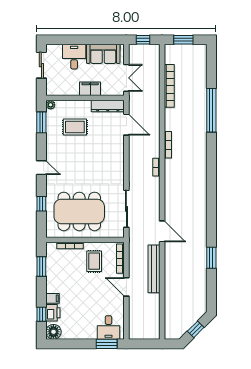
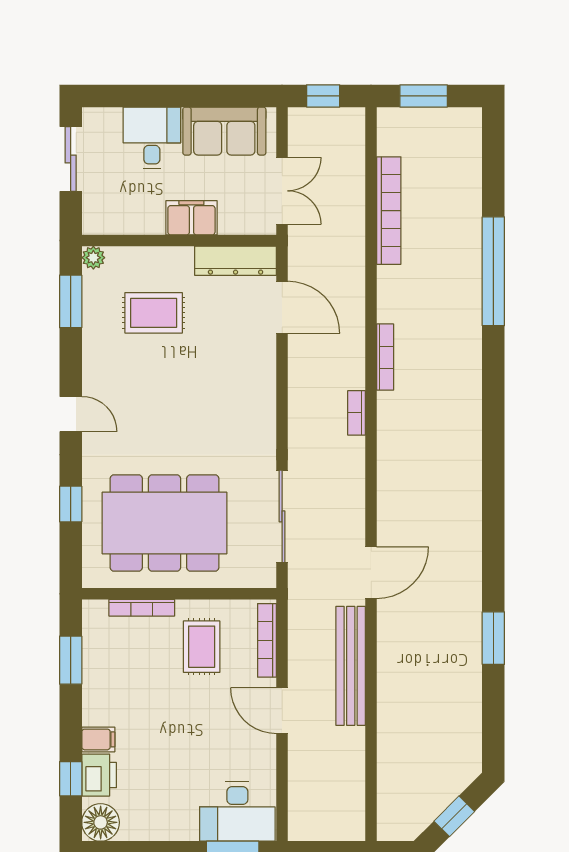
door: (162, 231) -> (371, 573), hinge flipped
desk: (108, 327) -> (237, 812), width x1.37

